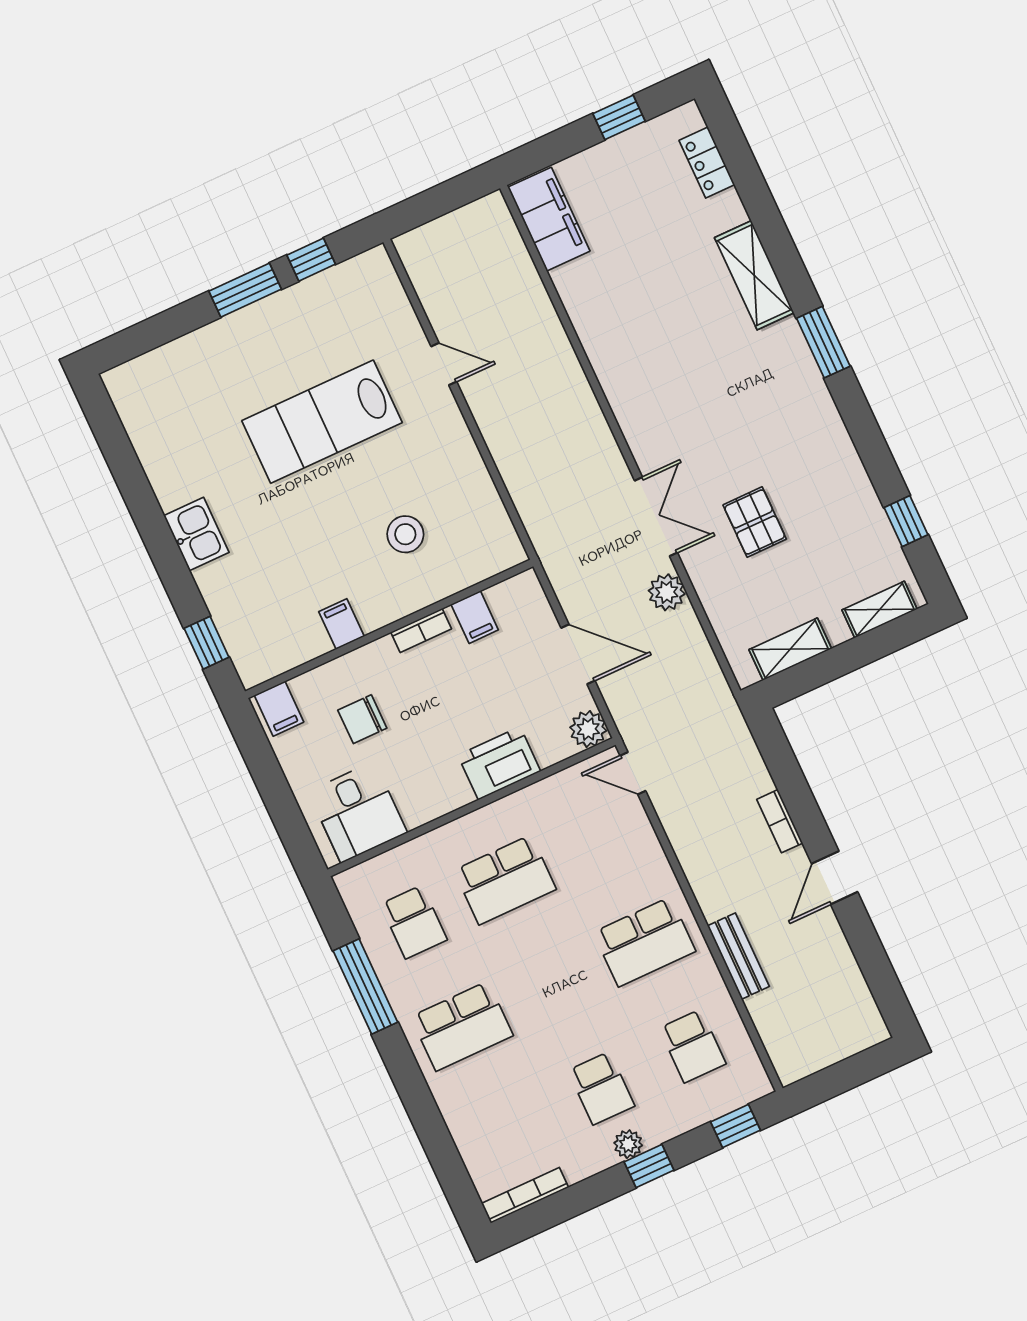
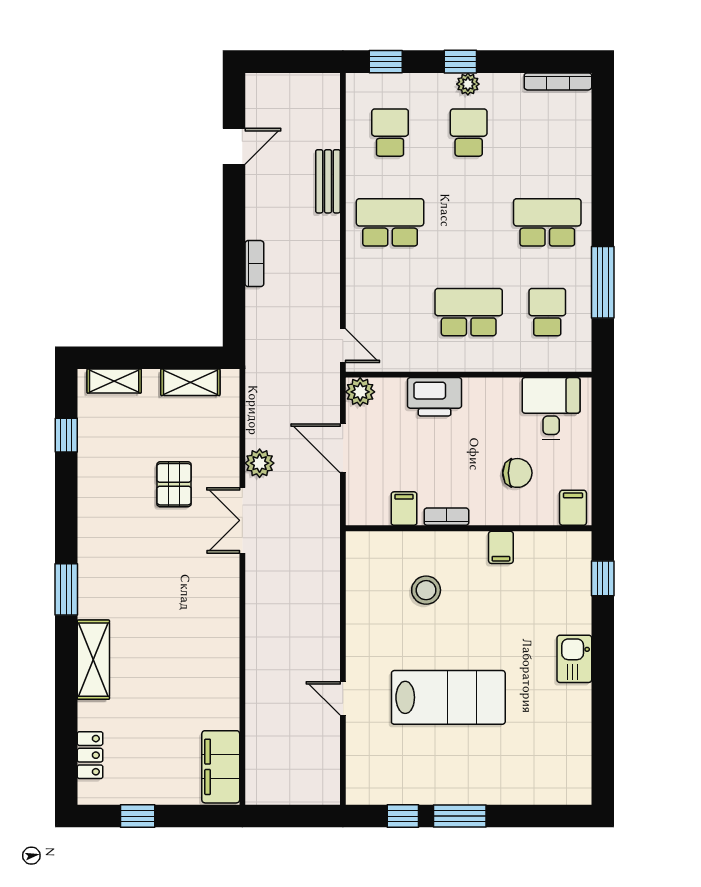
door: (835, 878) -> (234, 146), moved

